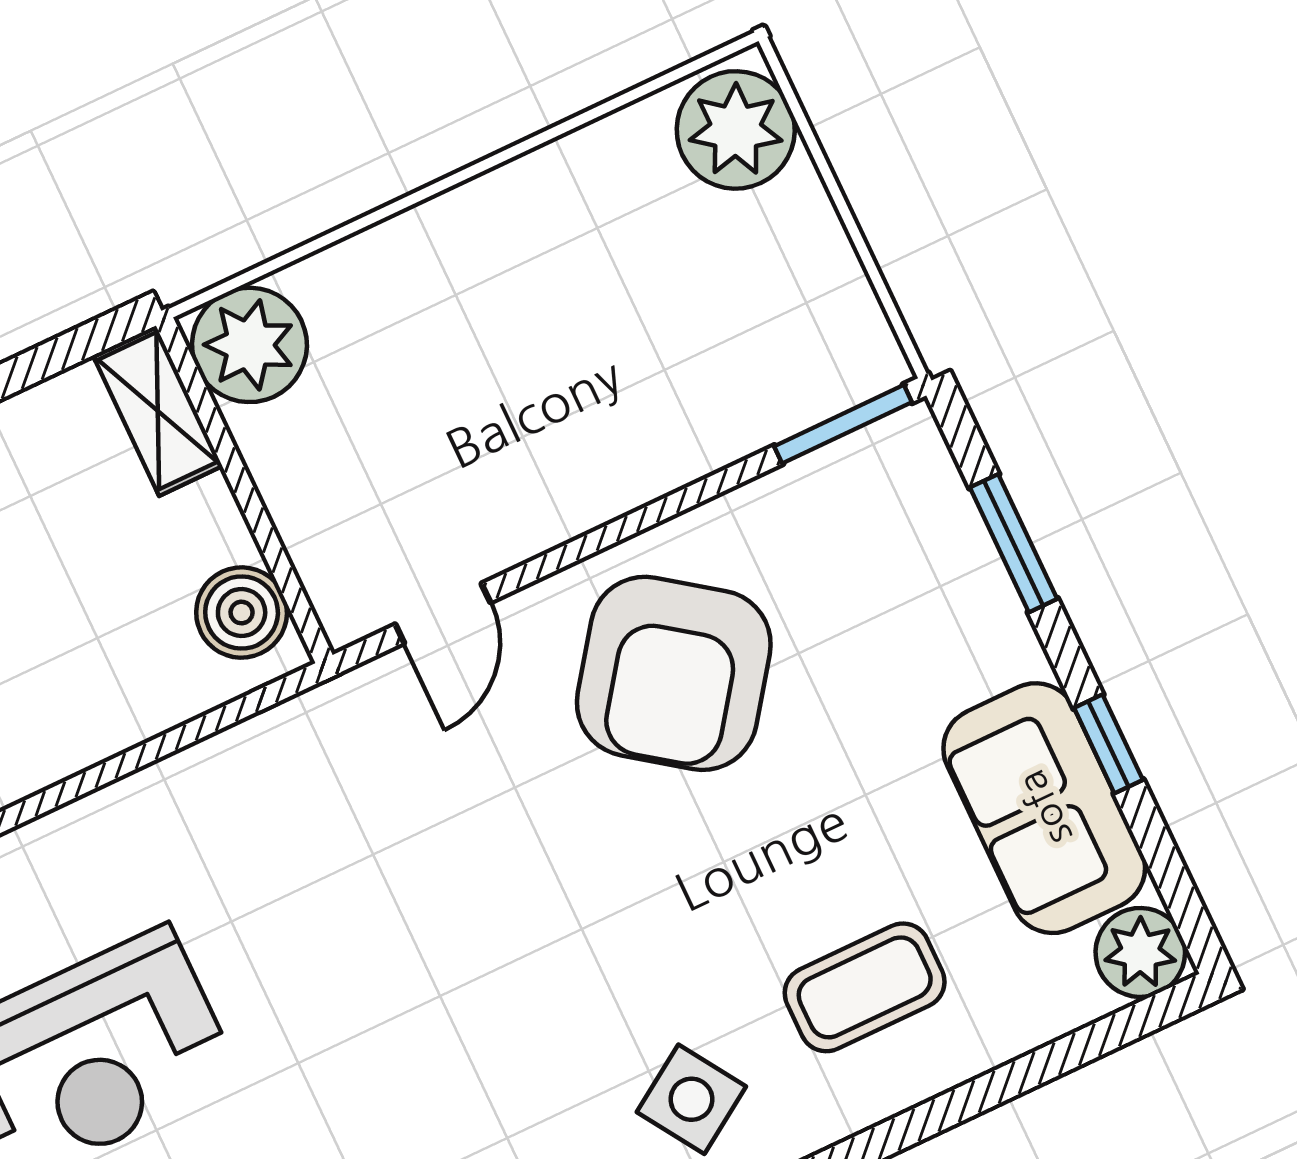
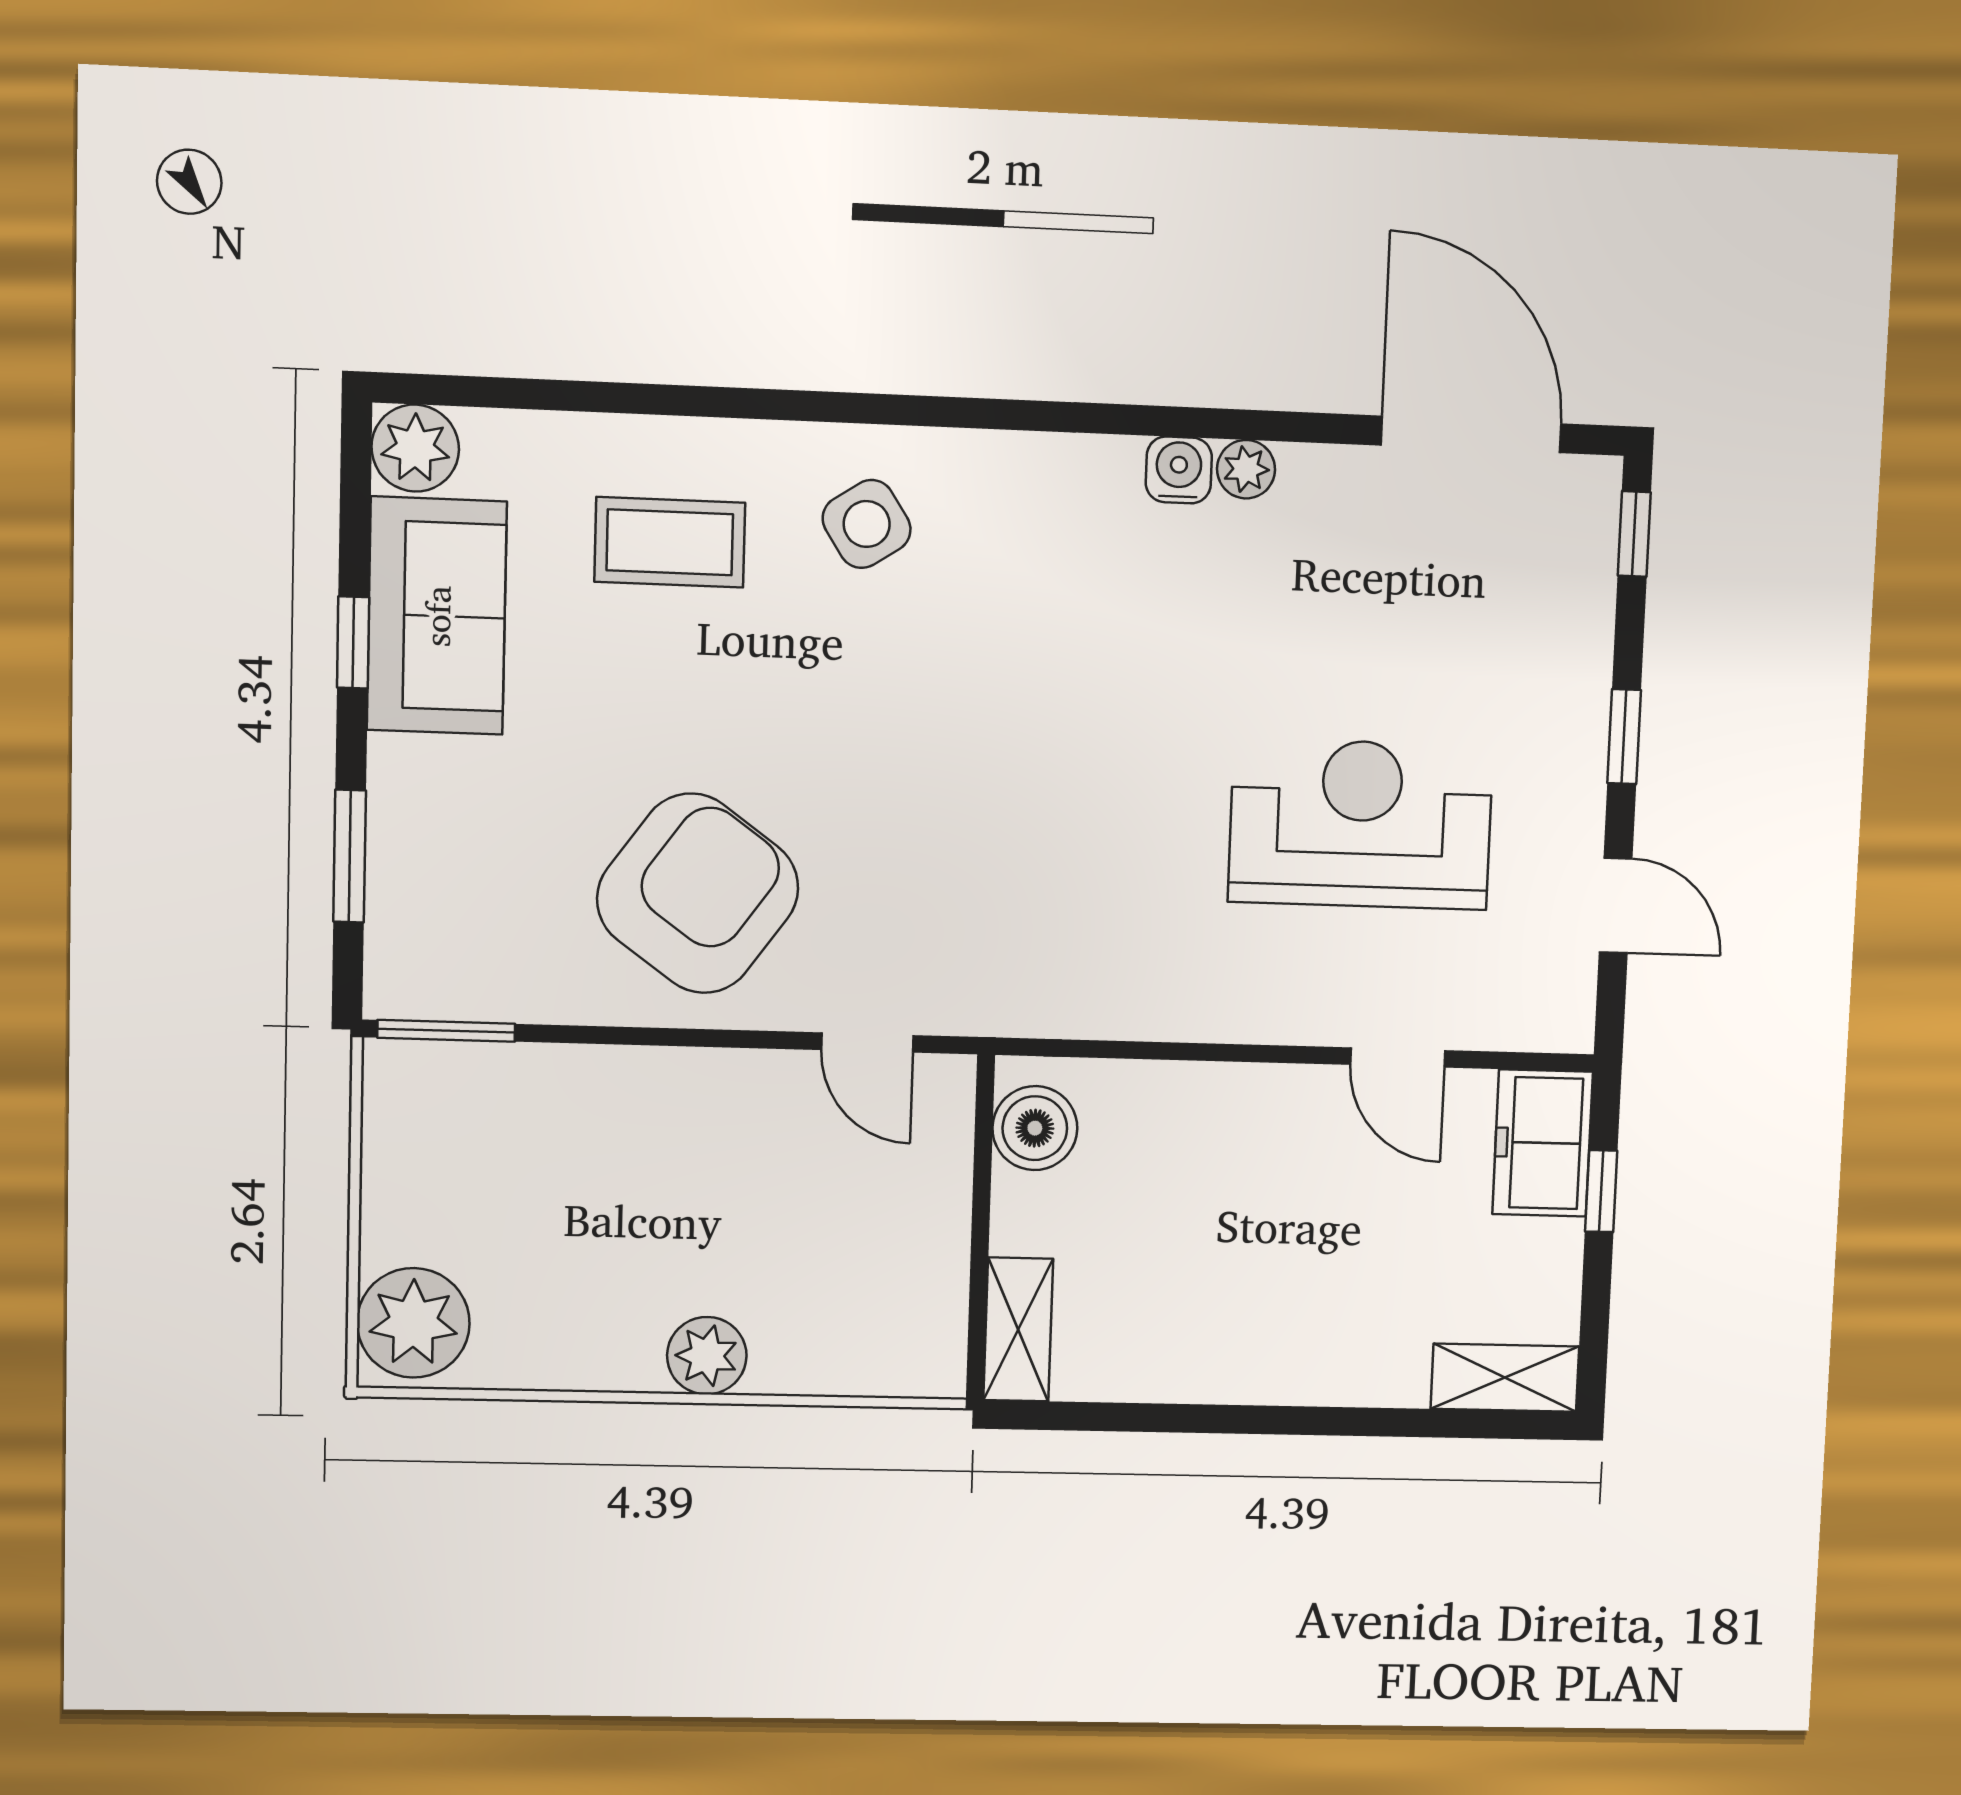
plant: (249, 345) -> (707, 1356), moved, width x0.73, depth x0.73
door: (443, 613) -> (867, 1043), swing flipped

